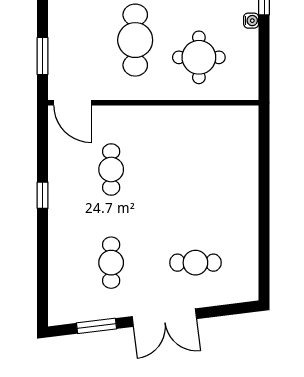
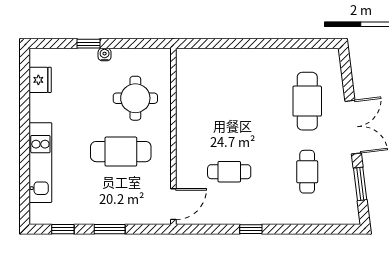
window: (43, 56) -> (110, 229), moved
cafe table: (111, 263) -> (307, 172), turned 90
cafe table: (195, 263) -> (307, 101), width x1.37, depth x1.35

